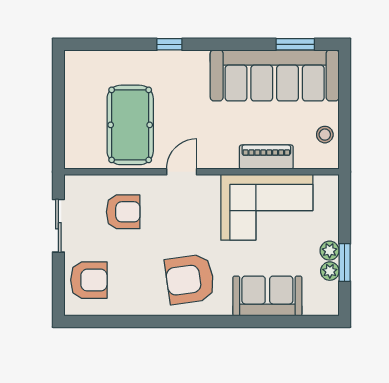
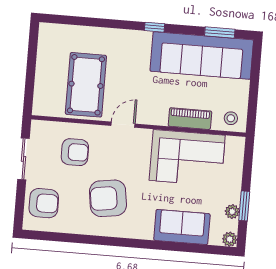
window: (169, 44) -> (155, 27), moved
stool: (325, 135) -> (231, 118), moved
plant: (330, 251) -> (230, 239), moved
armchair: (190, 279) -> (108, 198), moved

